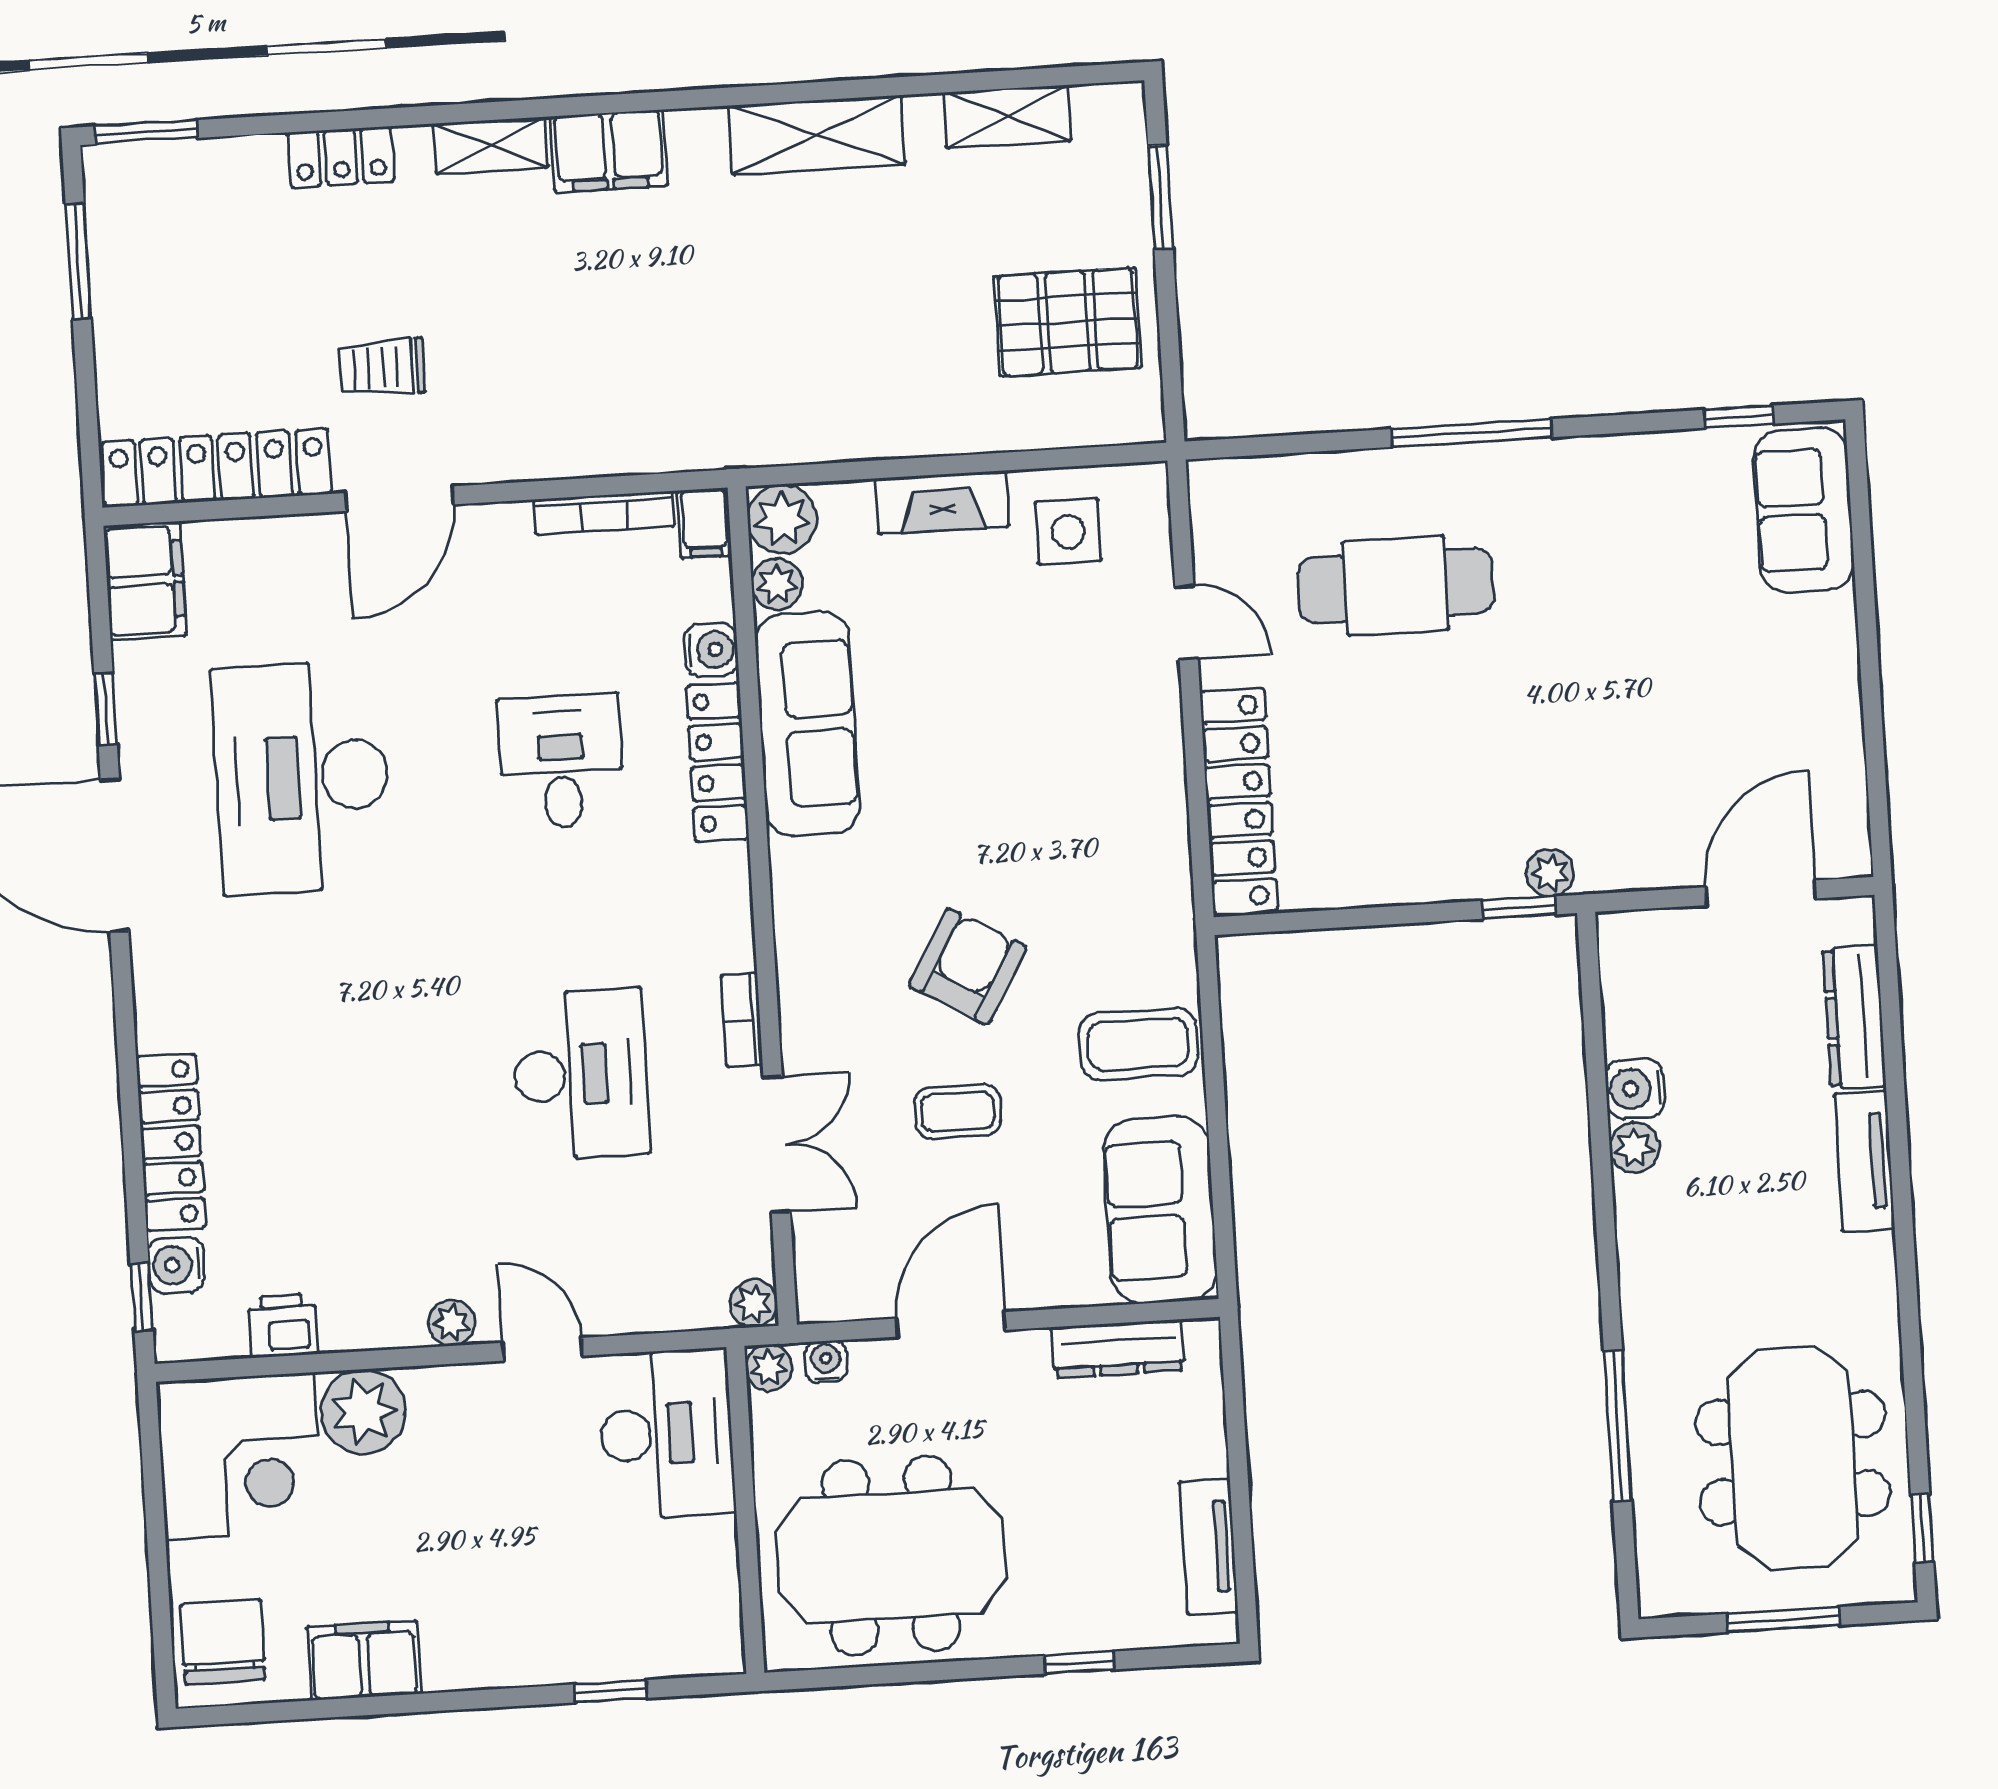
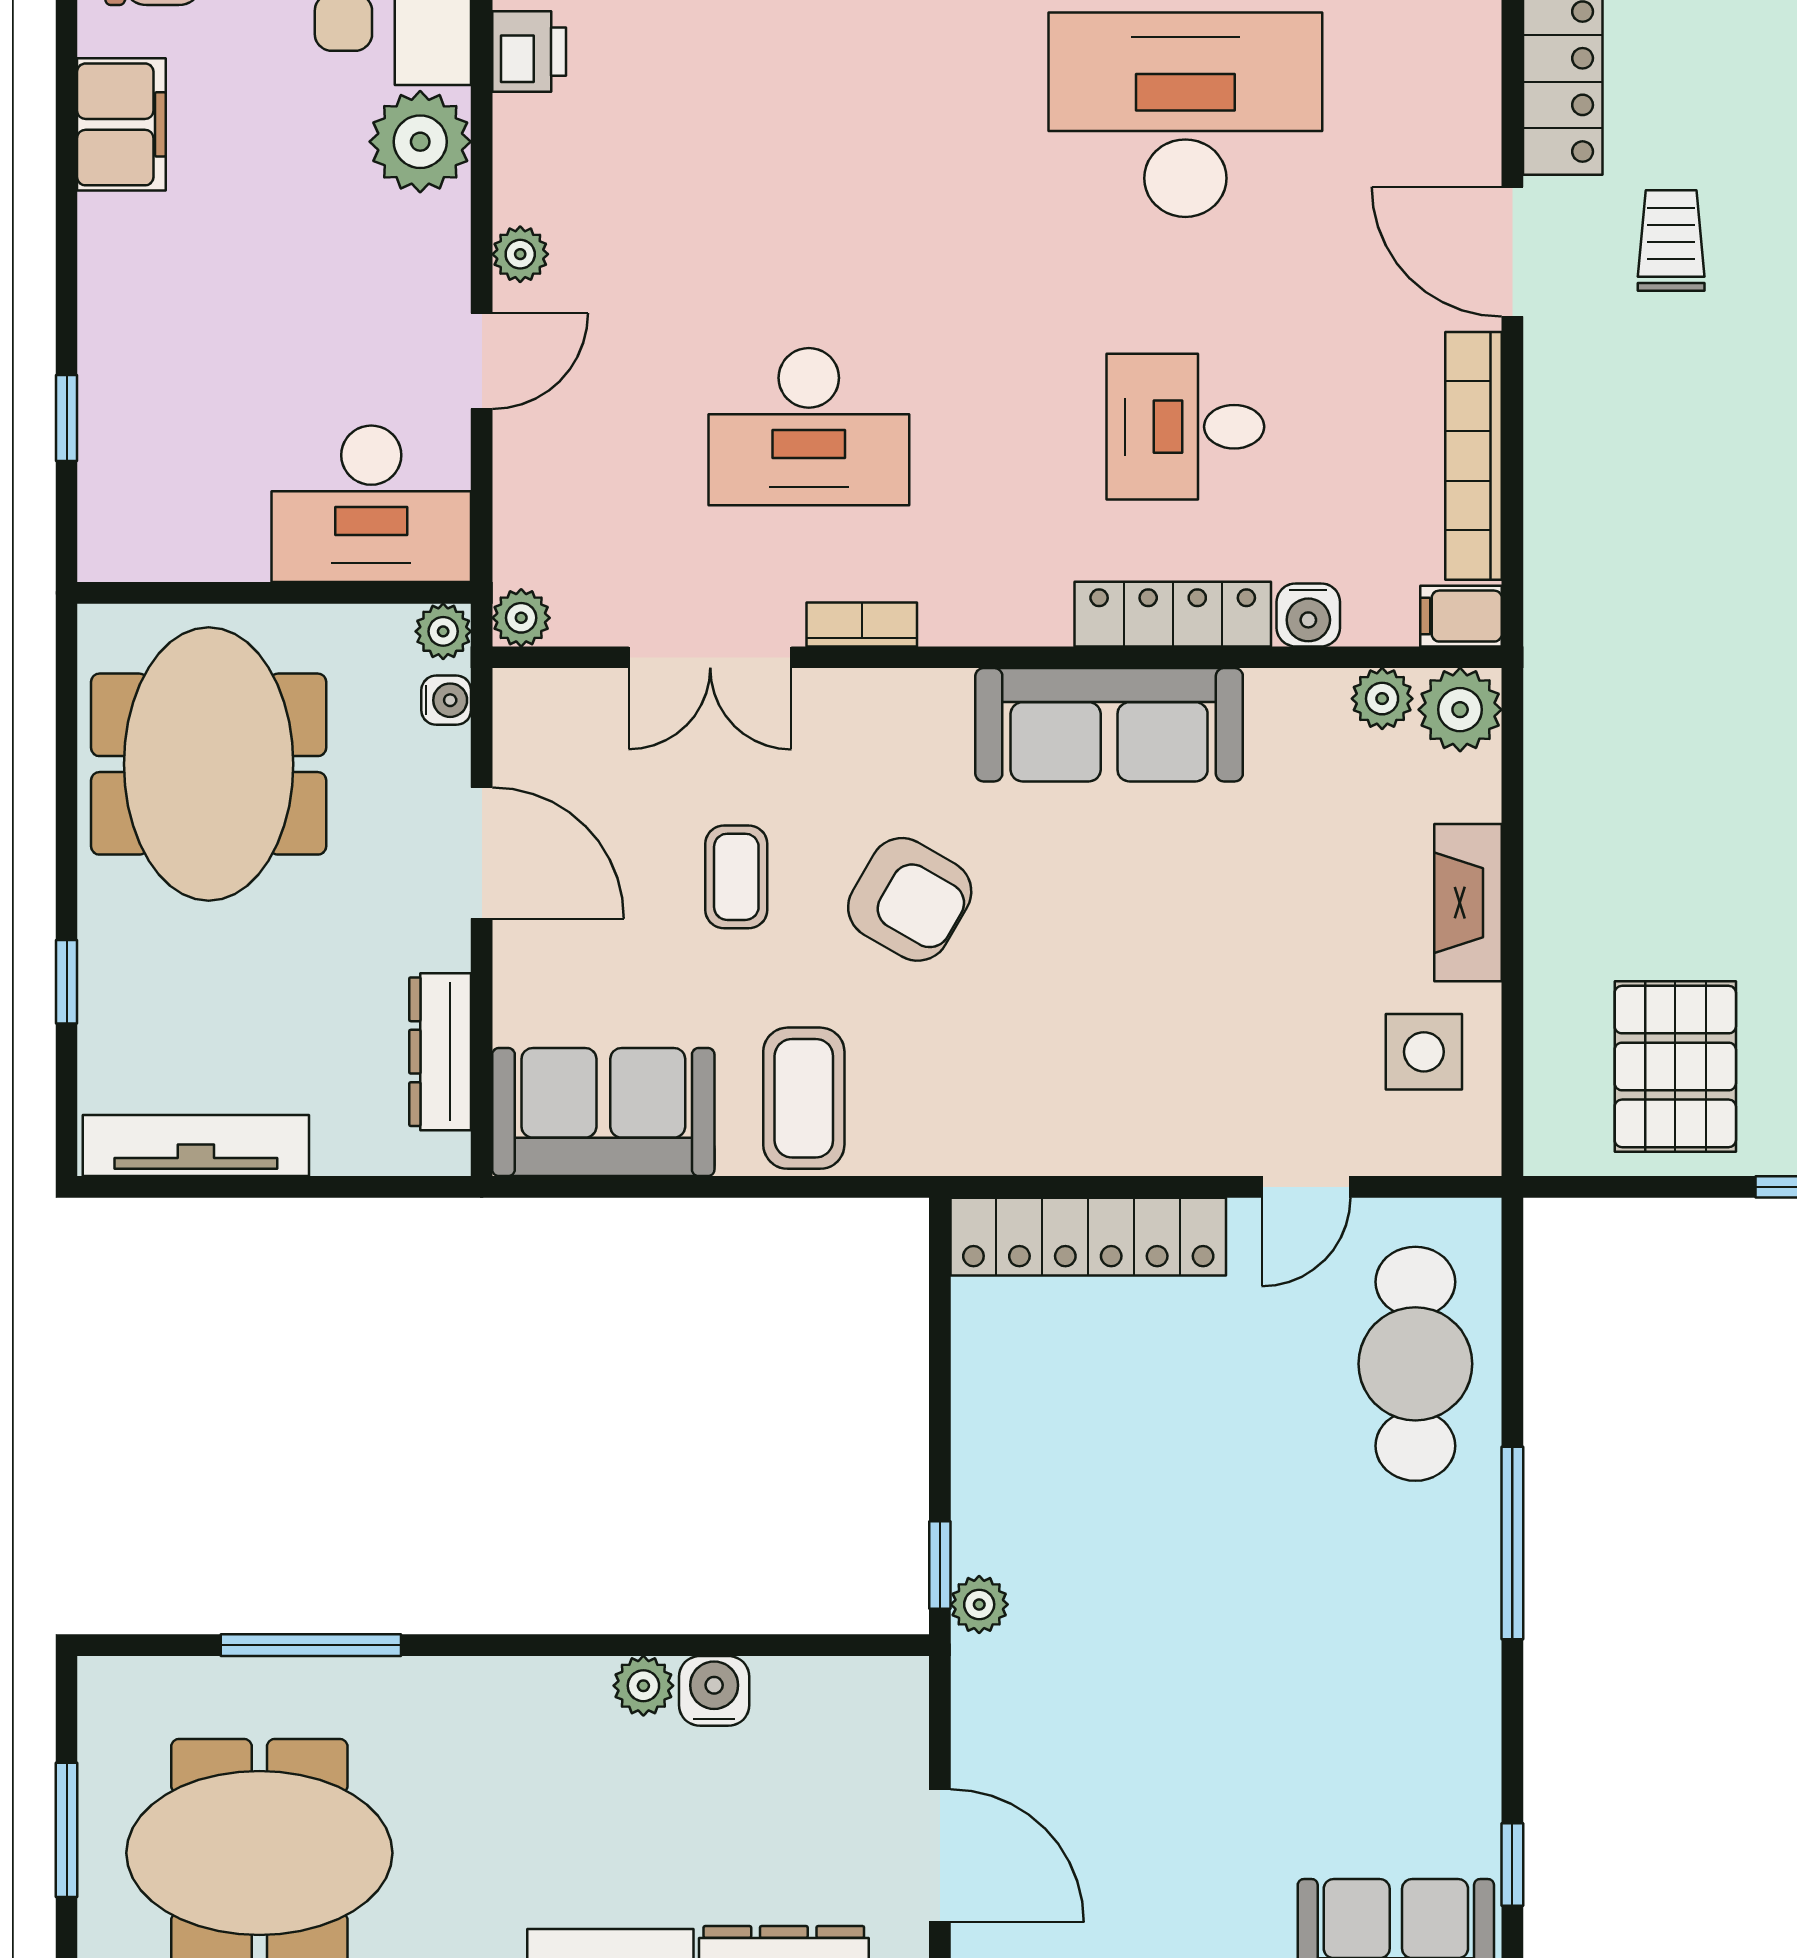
bookcase: (604, 513) -> (1474, 456), width x1.48, depth x1.31
cafe table: (1396, 586) -> (1415, 1364), moved
sofa: (807, 724) -> (1109, 725), moved
desk: (561, 761) -> (1185, 427), turned 180
tv unit: (1209, 1547) -> (196, 1146), width x1.41

